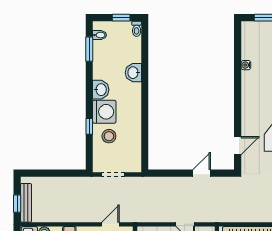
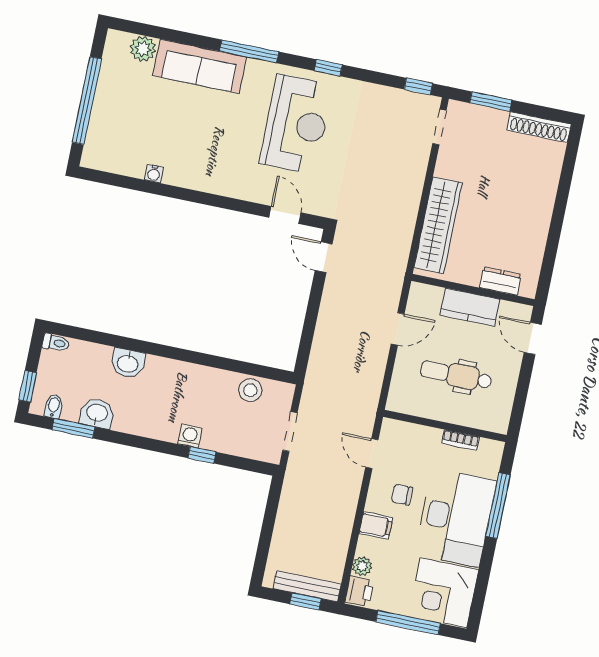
window: (121, 18) -> (28, 386), moved
washbasin: (101, 90) -> (97, 413), moved
washing machine: (104, 112) -> (190, 436), width x0.53, depth x0.53
stool: (109, 136) -> (250, 390), moved
door: (202, 173) -> (324, 257), moved

